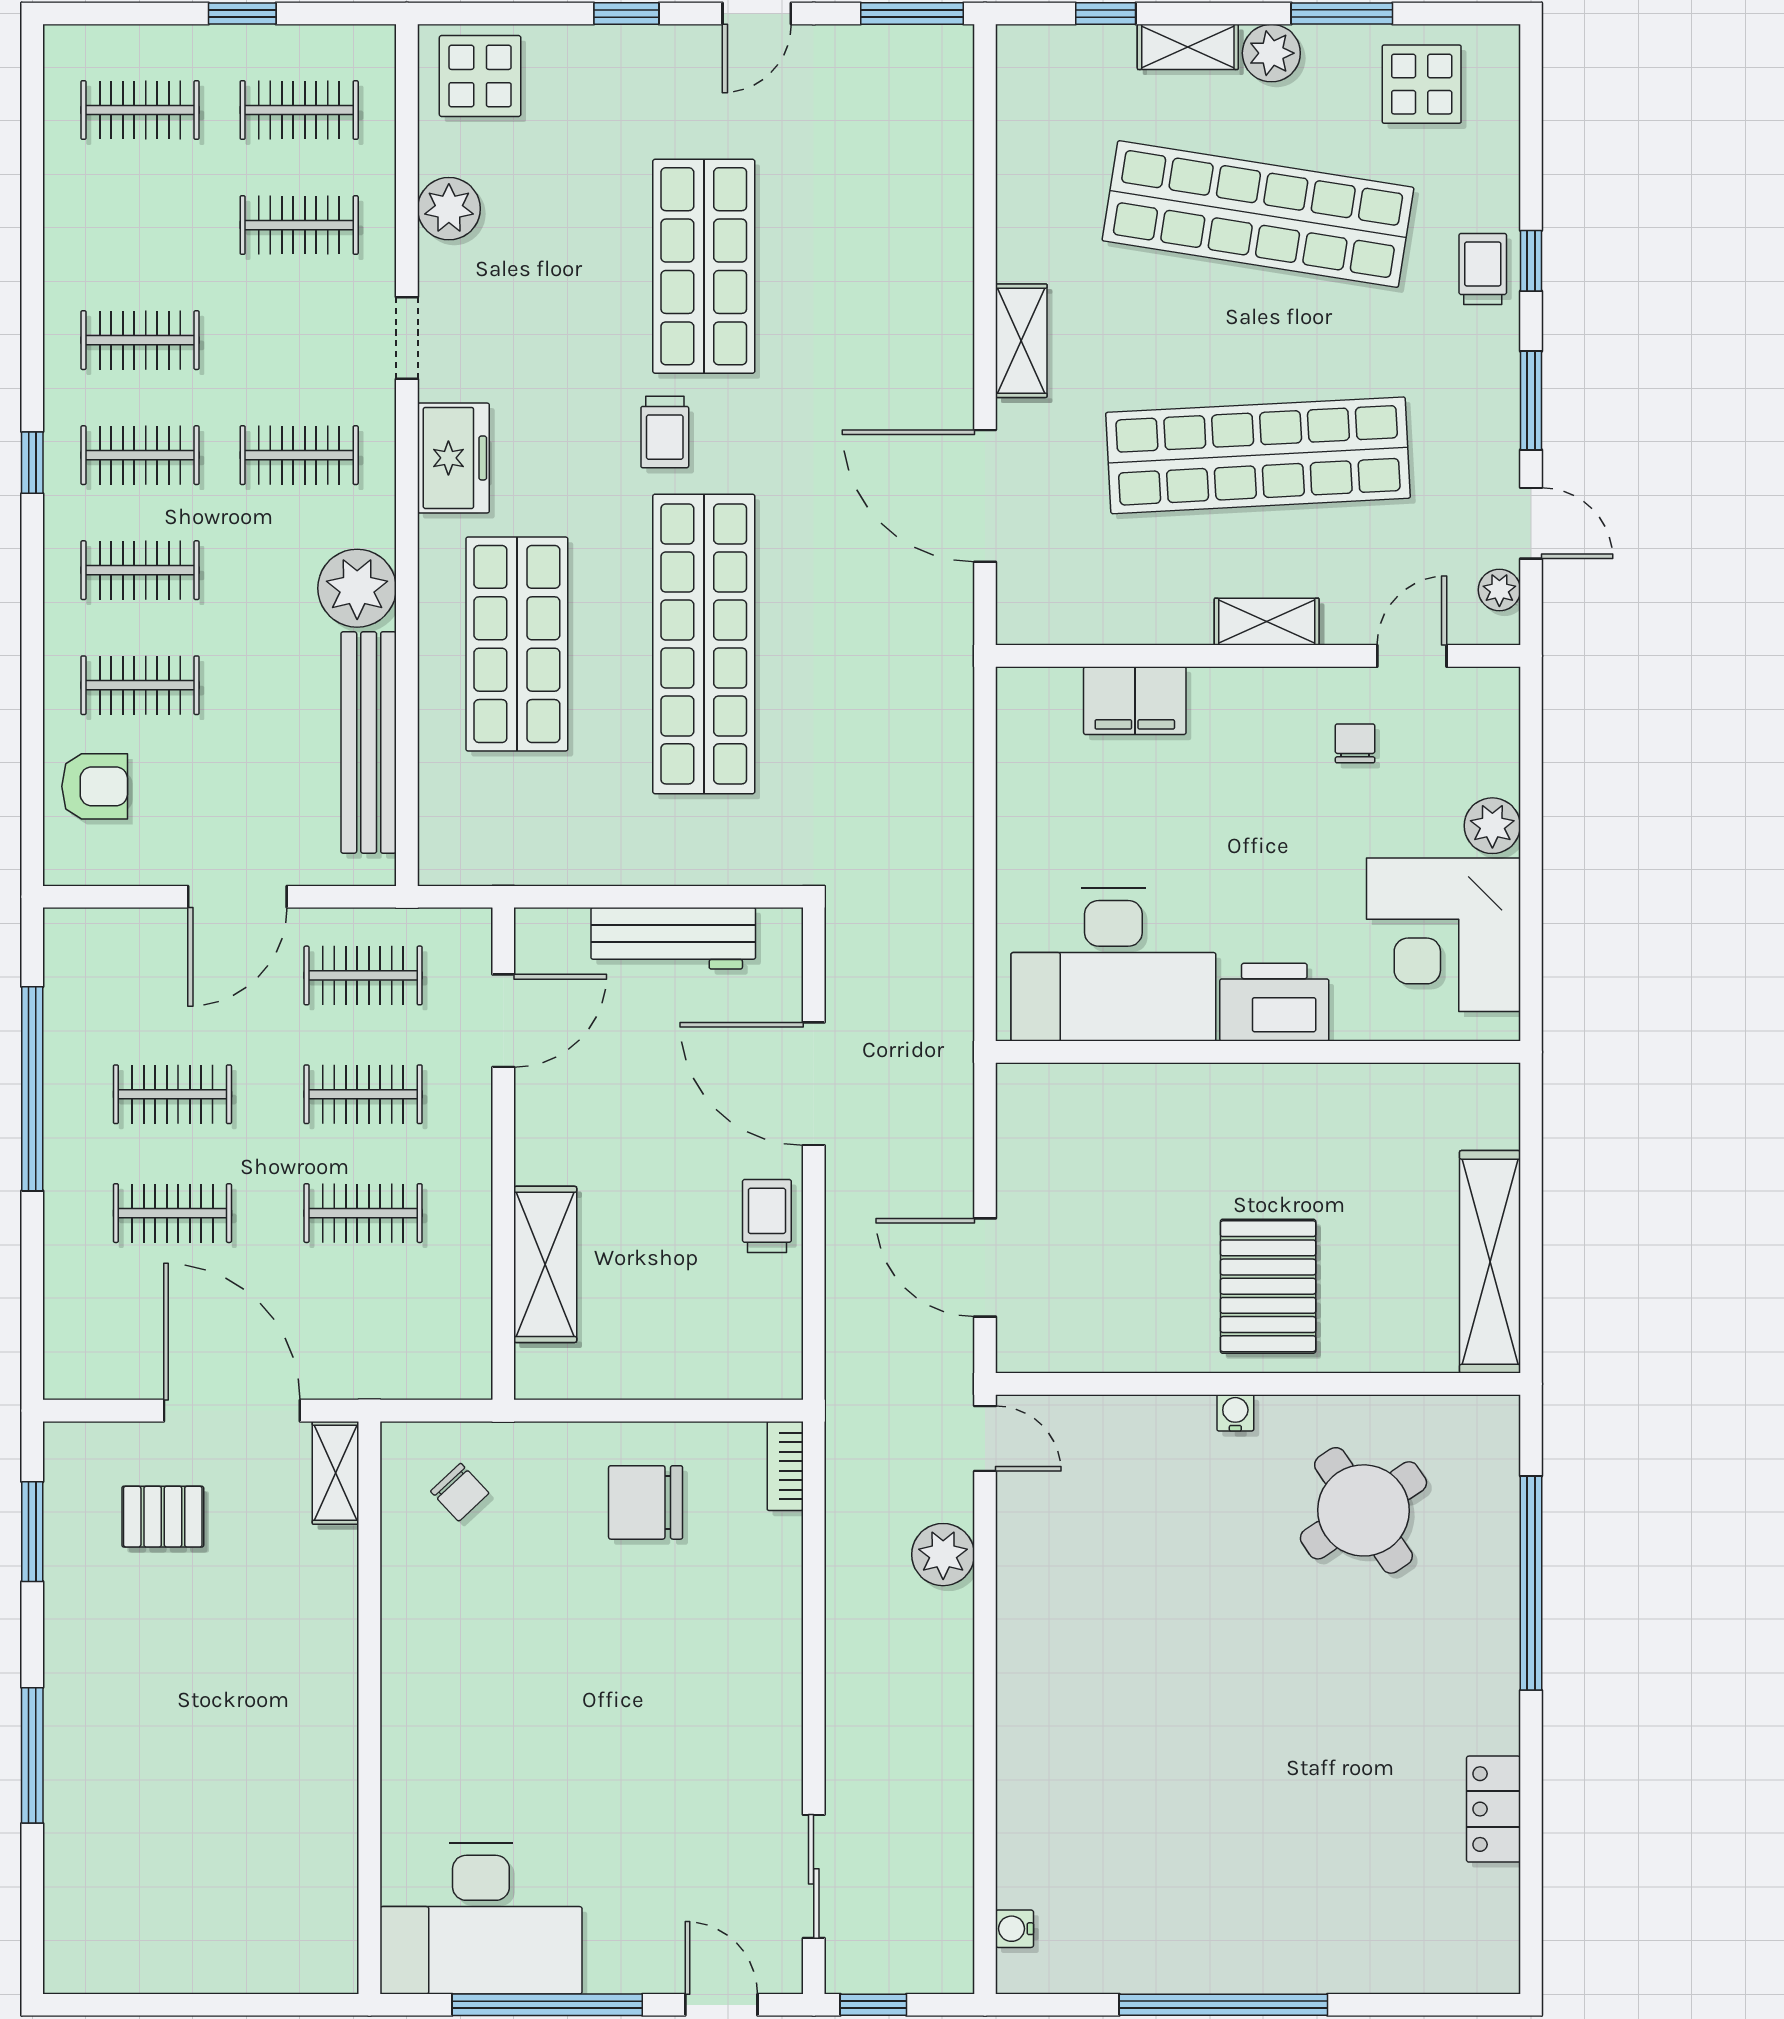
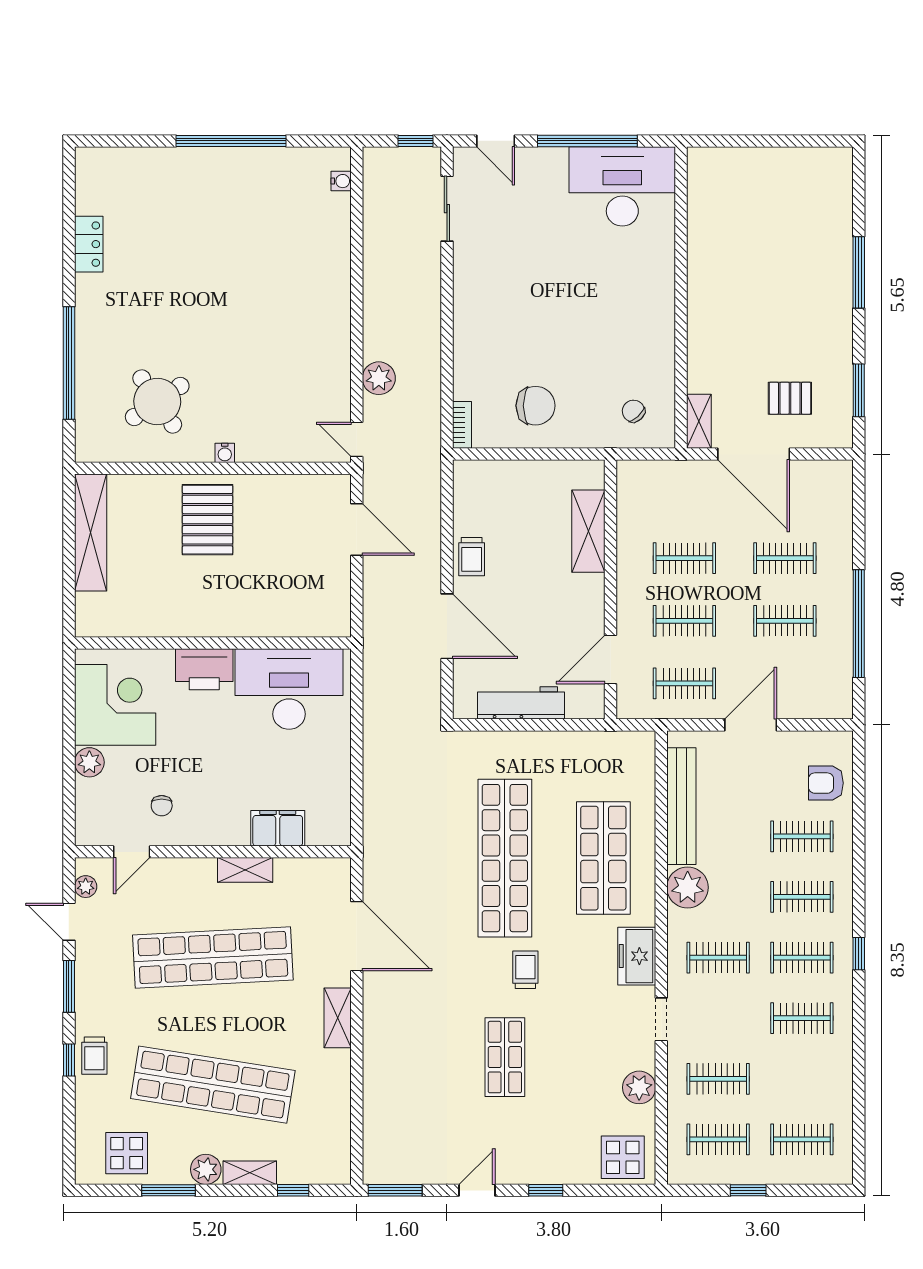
shop shelf: (704, 266) -> (505, 1057), width x0.70, depth x0.74
shelving: (1267, 622) -> (245, 870), moved

